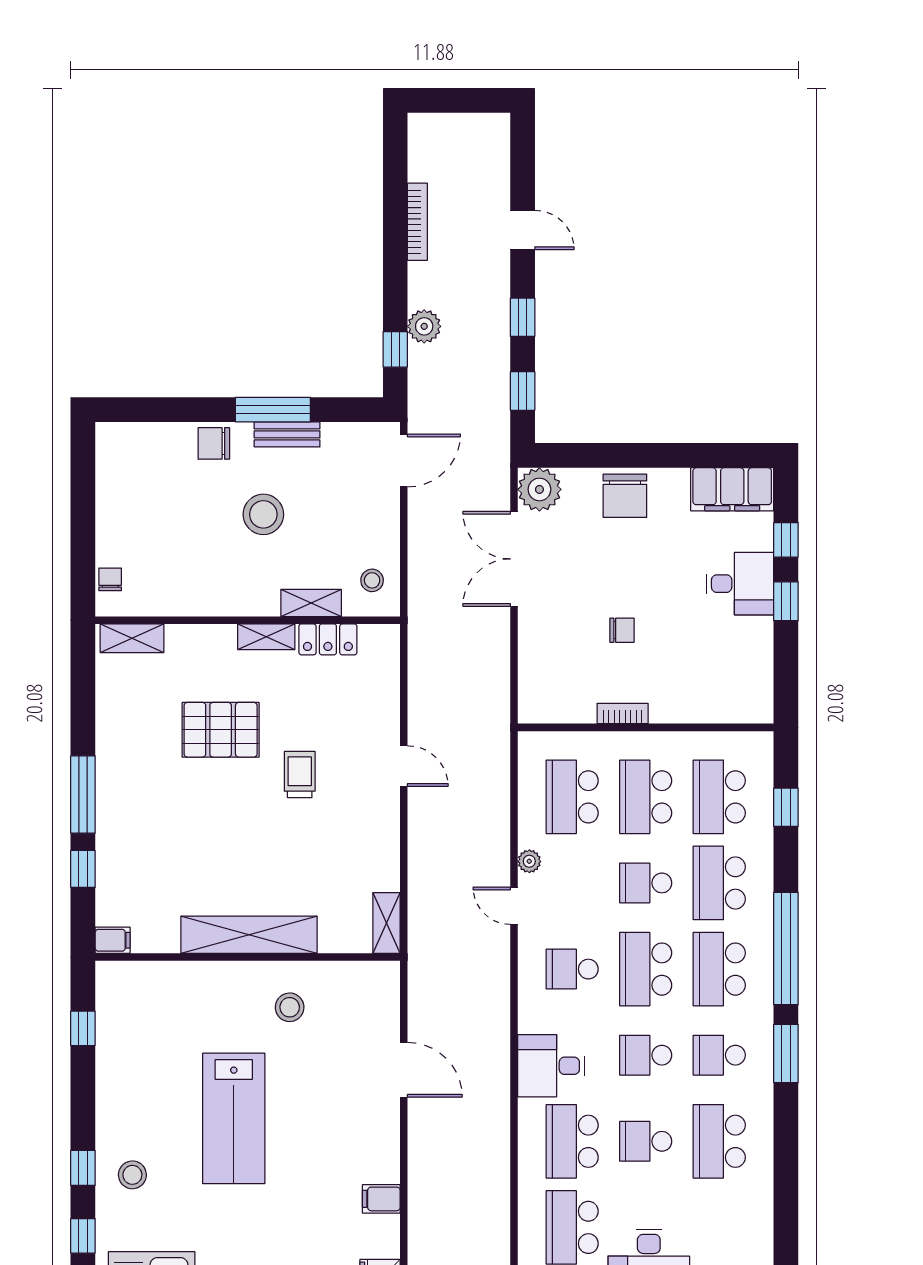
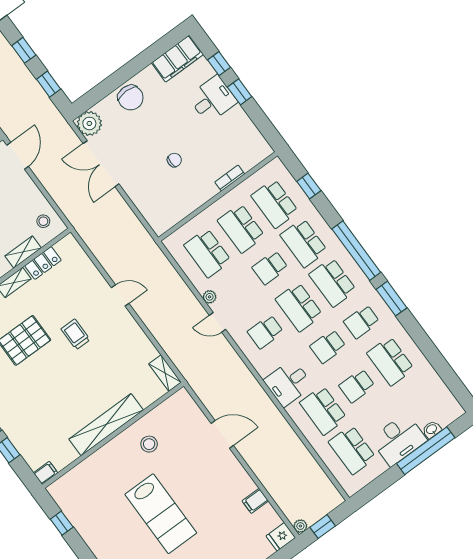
bookcase: (623, 714) -> (230, 178), moved

